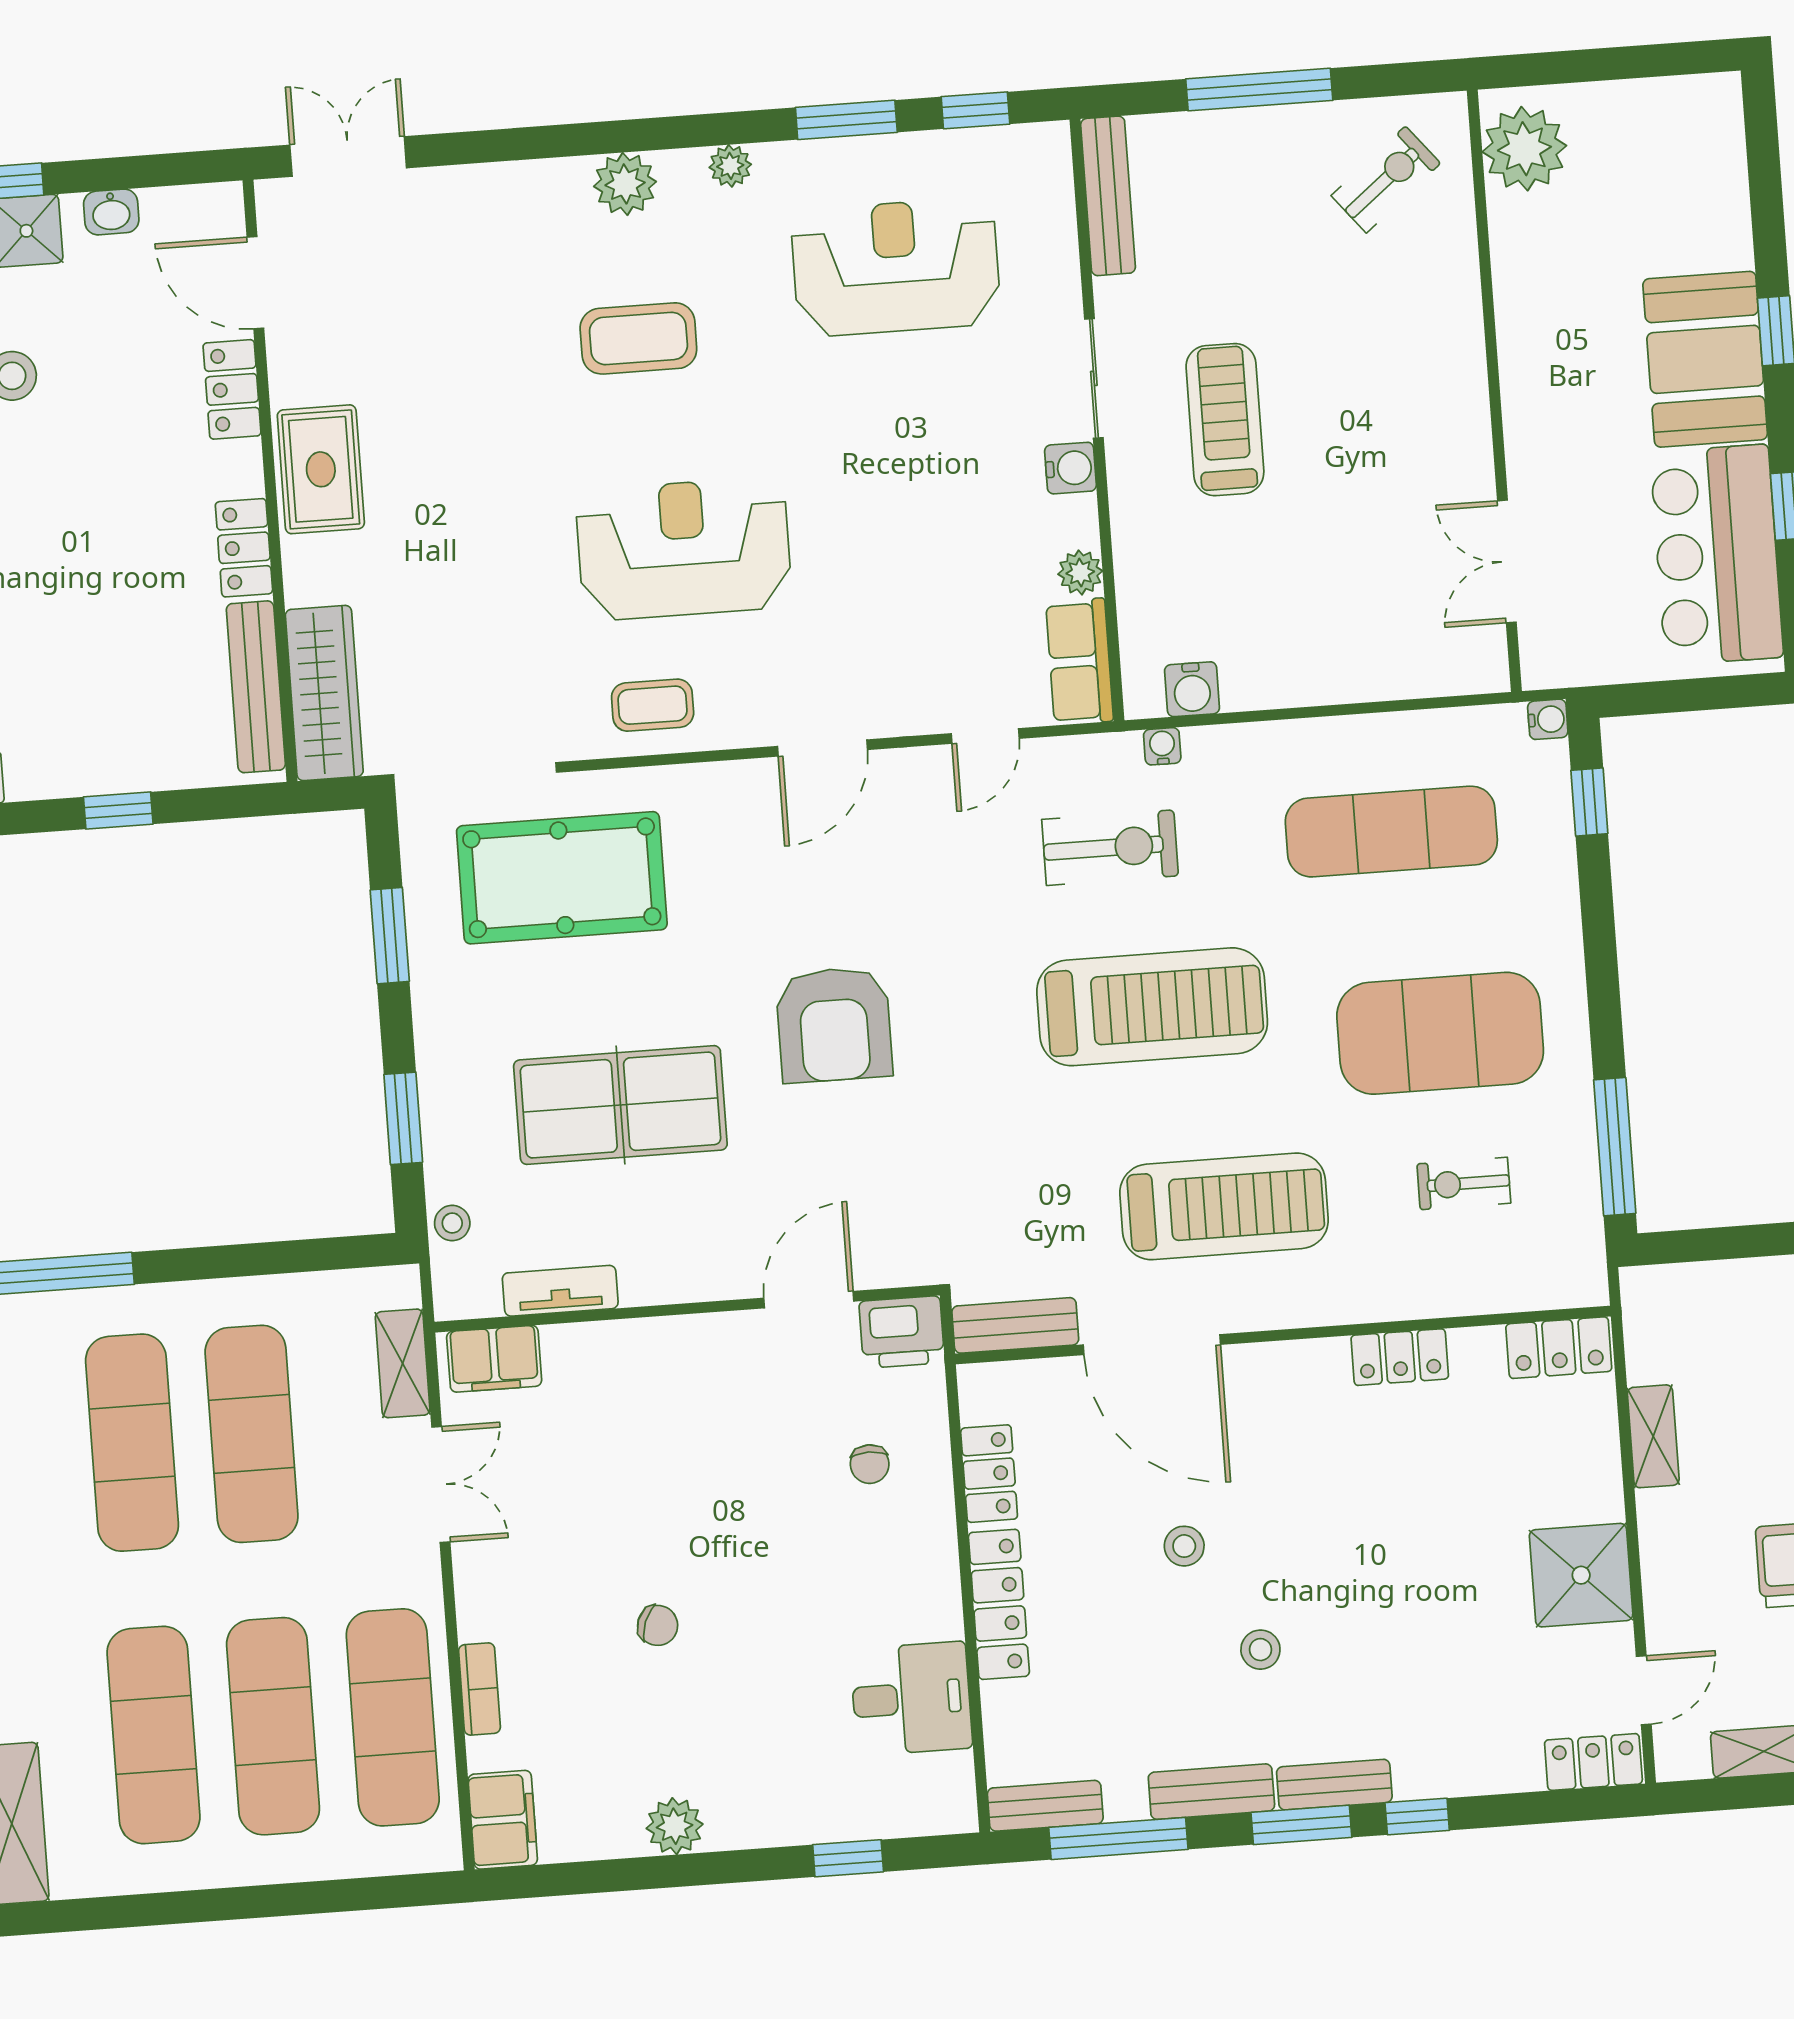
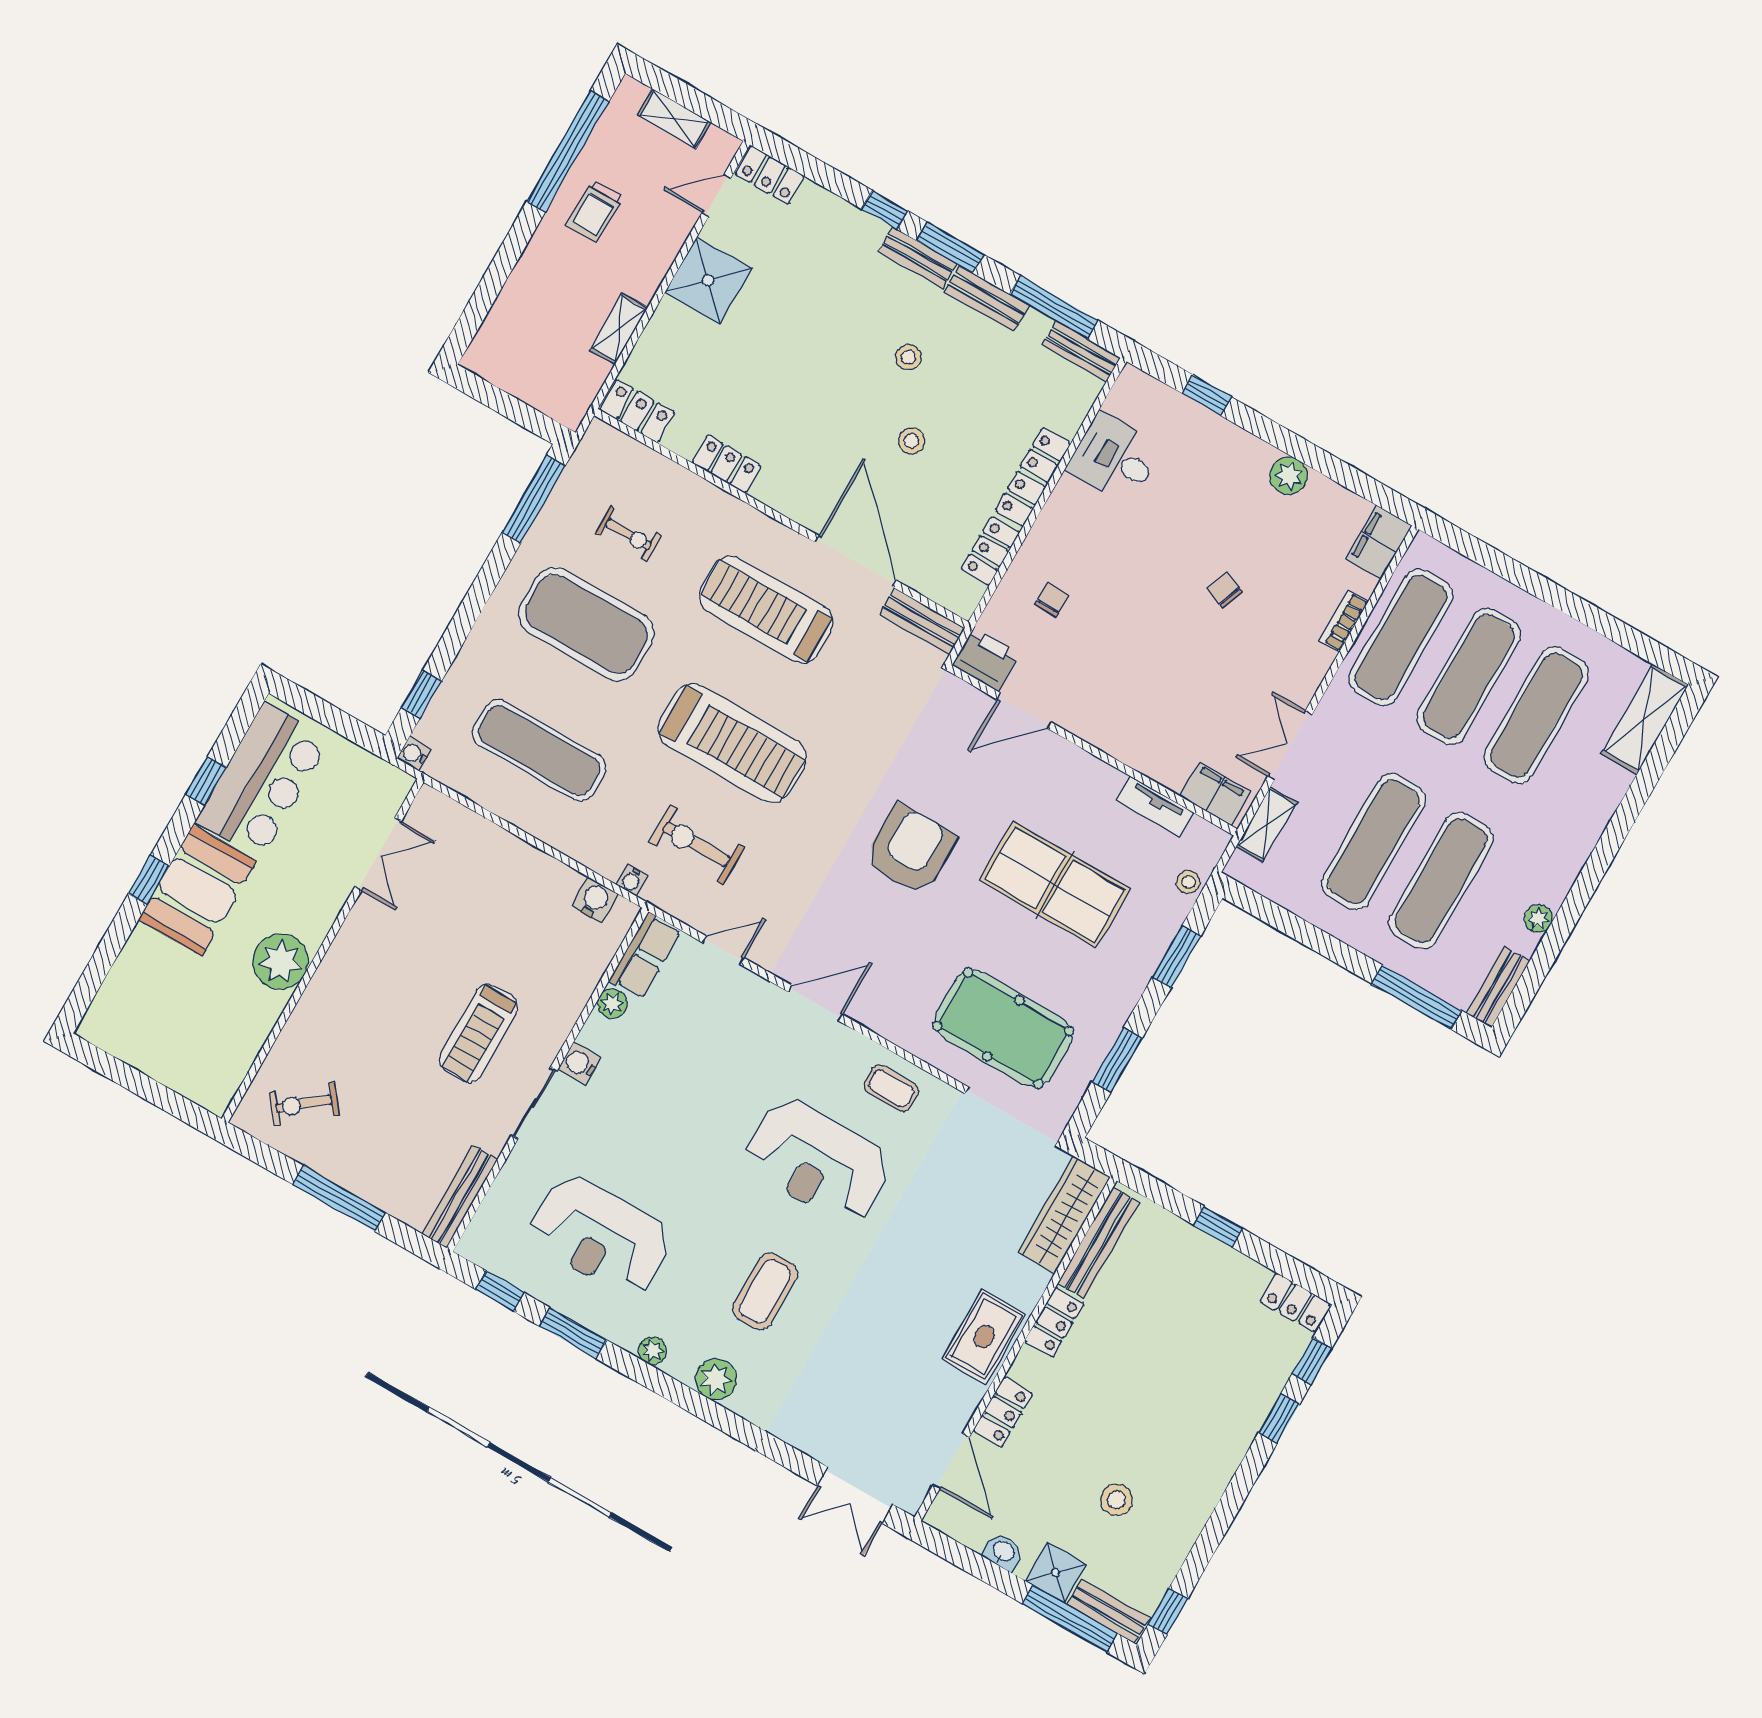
plant: (1524, 149) -> (280, 961), moved
coffee table: (638, 338) -> (765, 1291), turned 90
treadmill: (1152, 1007) -> (732, 743), turned 180

